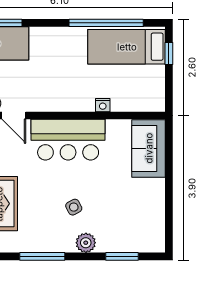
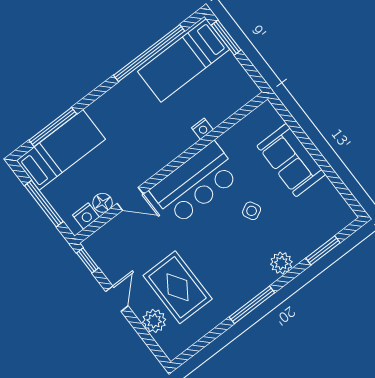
window: (169, 54) -> (226, 38), width x1.50
sofa: (149, 148) -> (291, 160), moved
side table: (74, 207) -> (252, 211), moved

